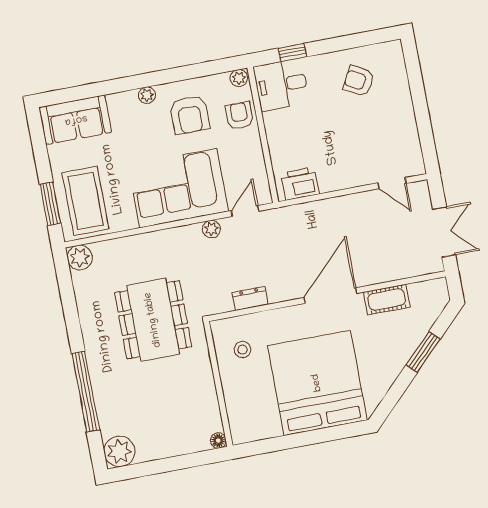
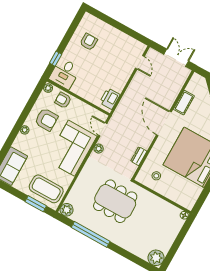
armchair: (359, 81) -> (89, 42), turned 152
door: (392, 183) -> (140, 62), hinge flipped
window: (86, 392) -> (91, 234), moved

